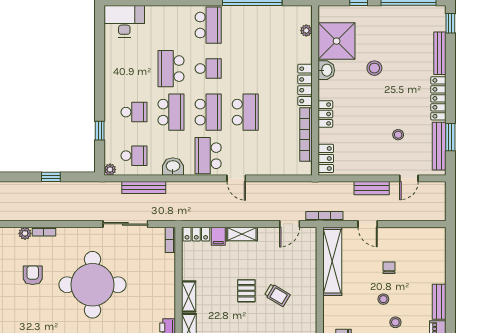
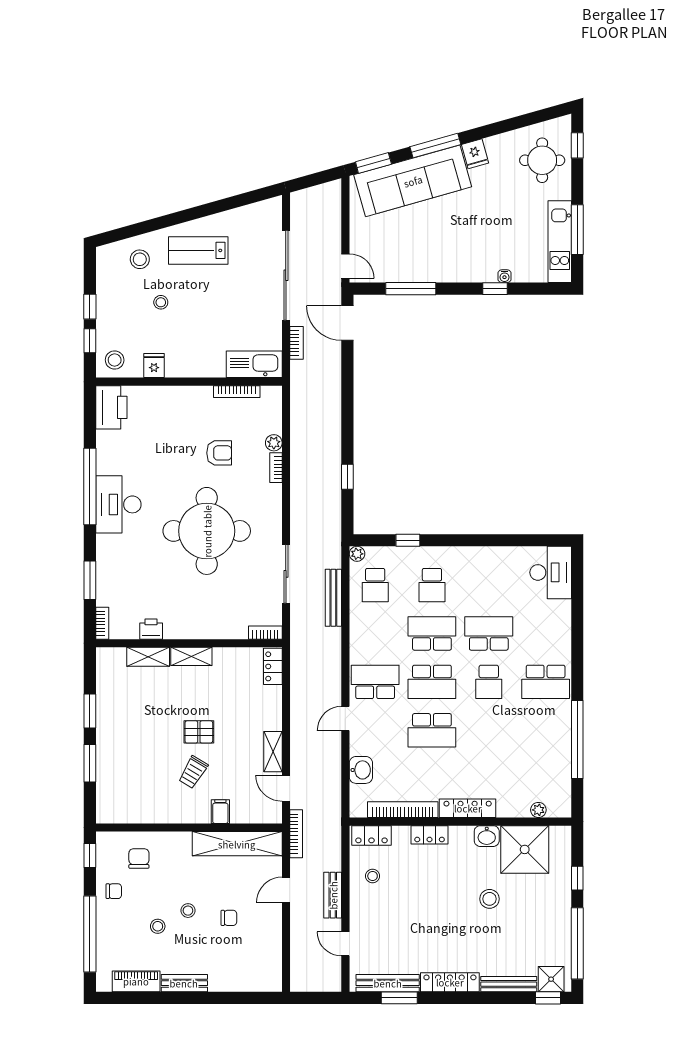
shower: (436, 21) -> (551, 979), added
school desk: (171, 112) -> (432, 633), turned 180
stool: (398, 135) -> (373, 876), moved
washbasin: (173, 167) -> (361, 770), moved
shelving: (242, 234) -> (273, 752), moved
filing cabinet: (218, 236) -> (220, 812), moved, turned 90

